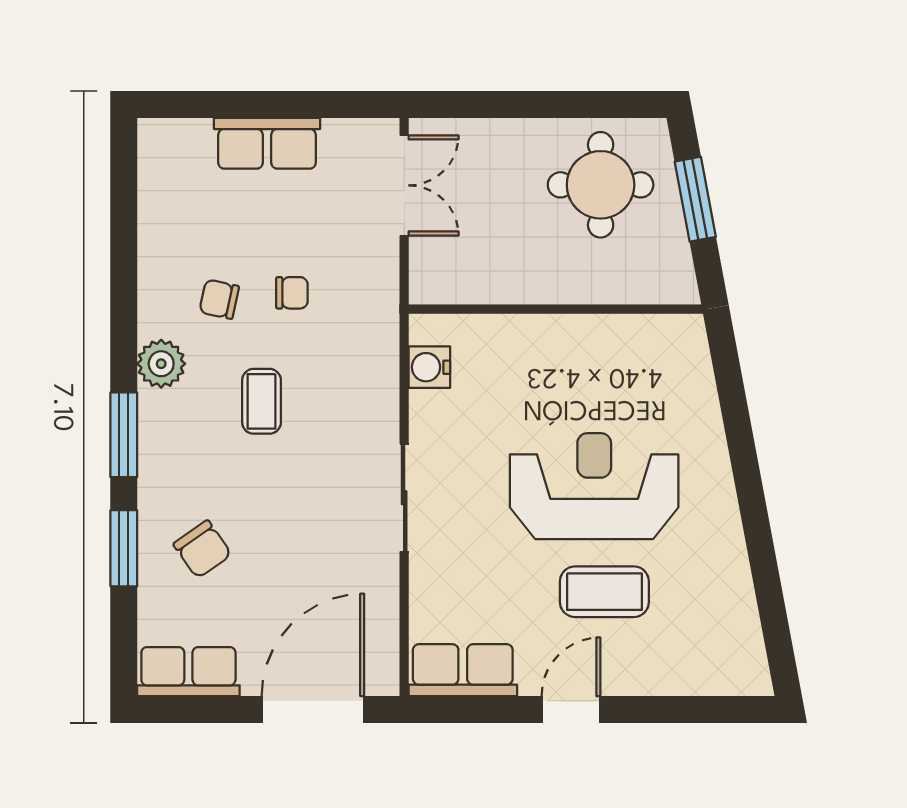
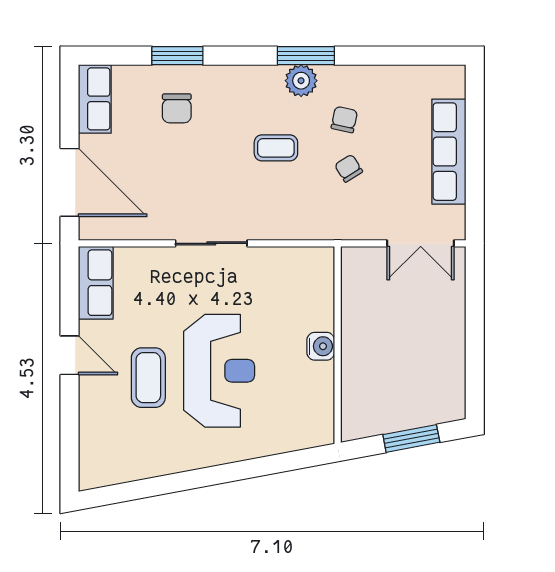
row of seats: (267, 143) -> (449, 152), width x1.48
round table: (601, 185) -> (421, 375), removed
chair: (292, 293) -> (349, 168), turned 148
water cooler: (429, 367) -> (321, 346), moved, turned 90
window: (124, 435) -> (306, 56), moved
chair: (202, 549) -> (177, 108), turned -55

